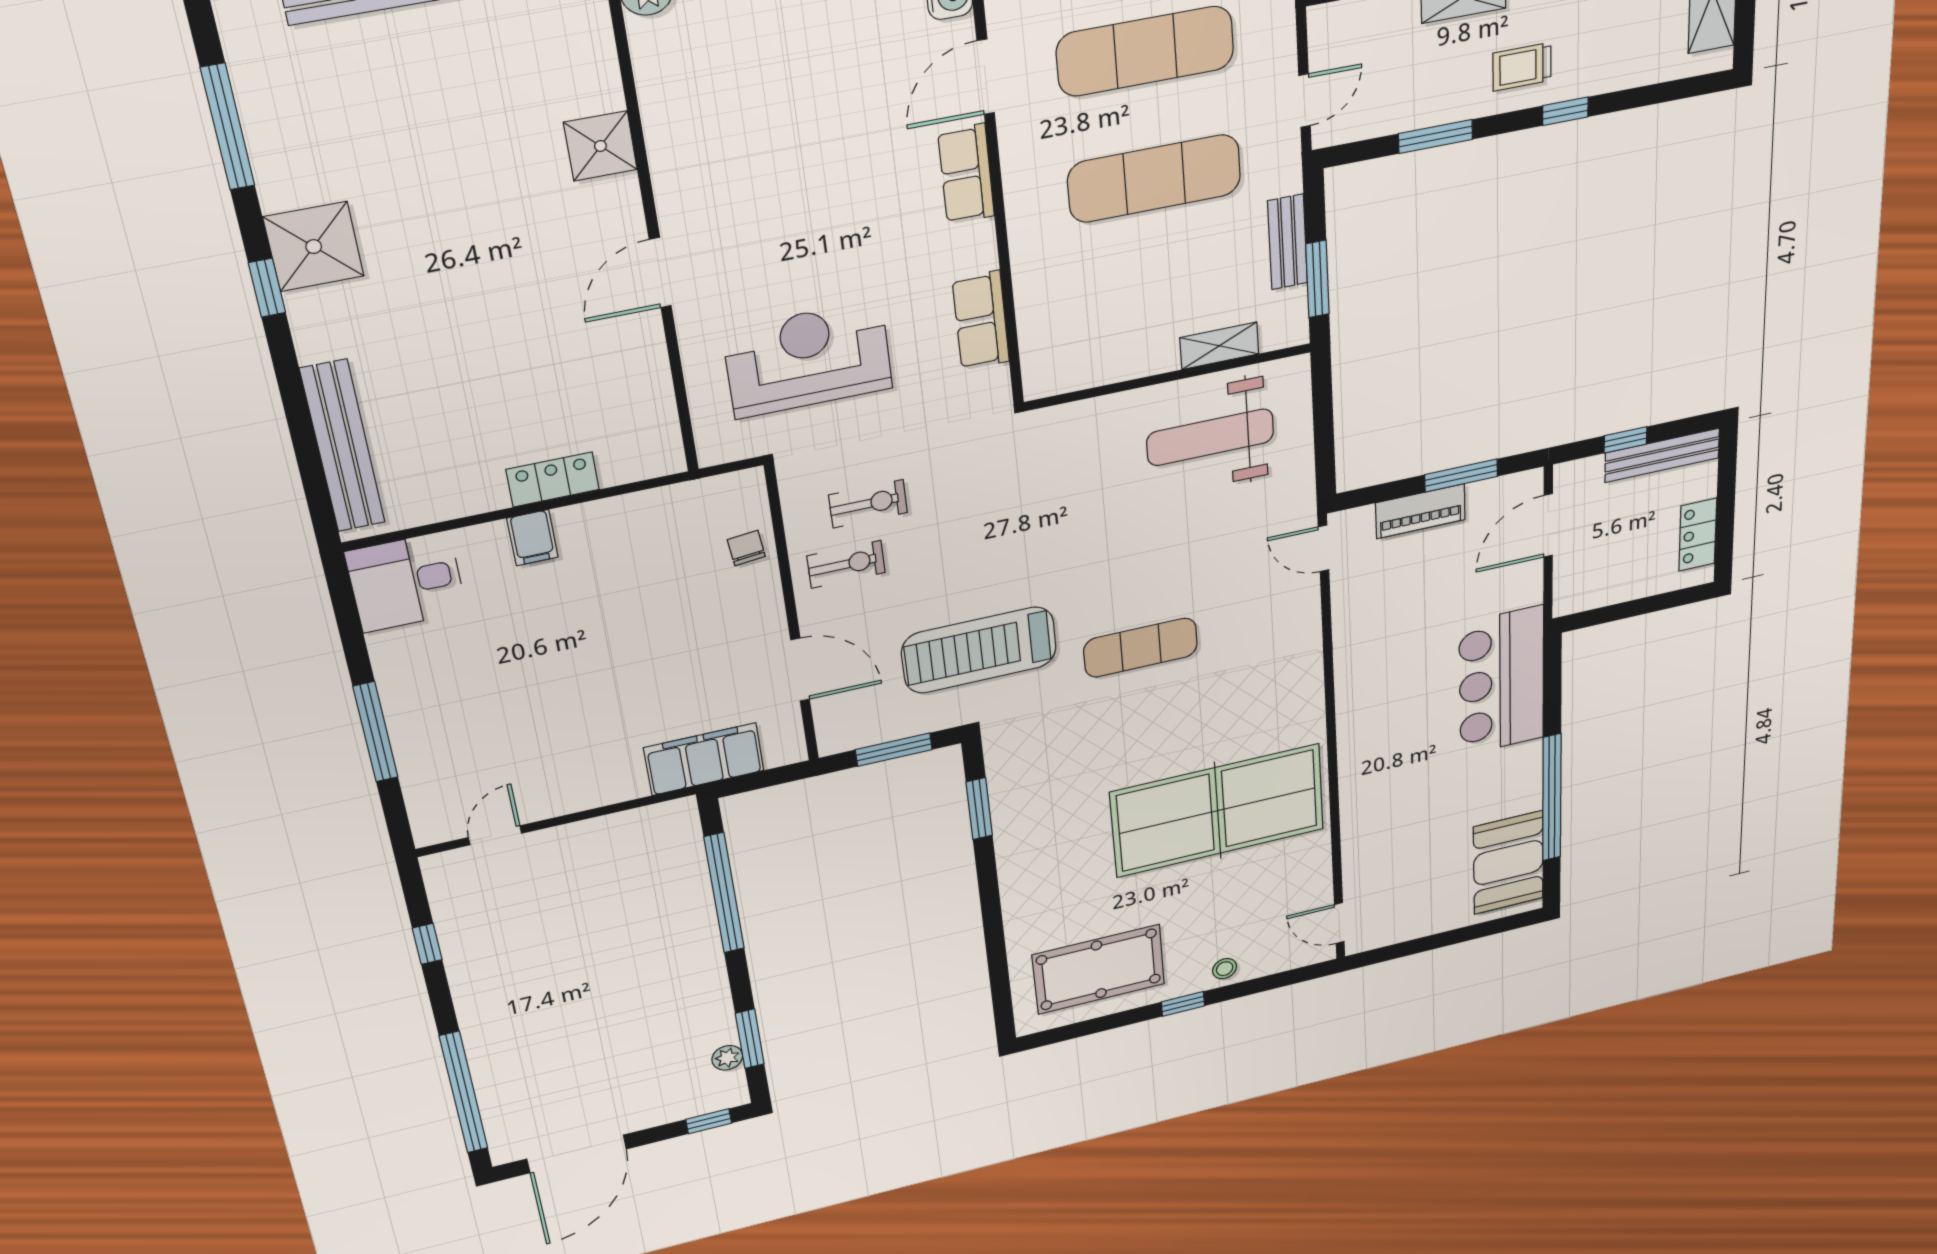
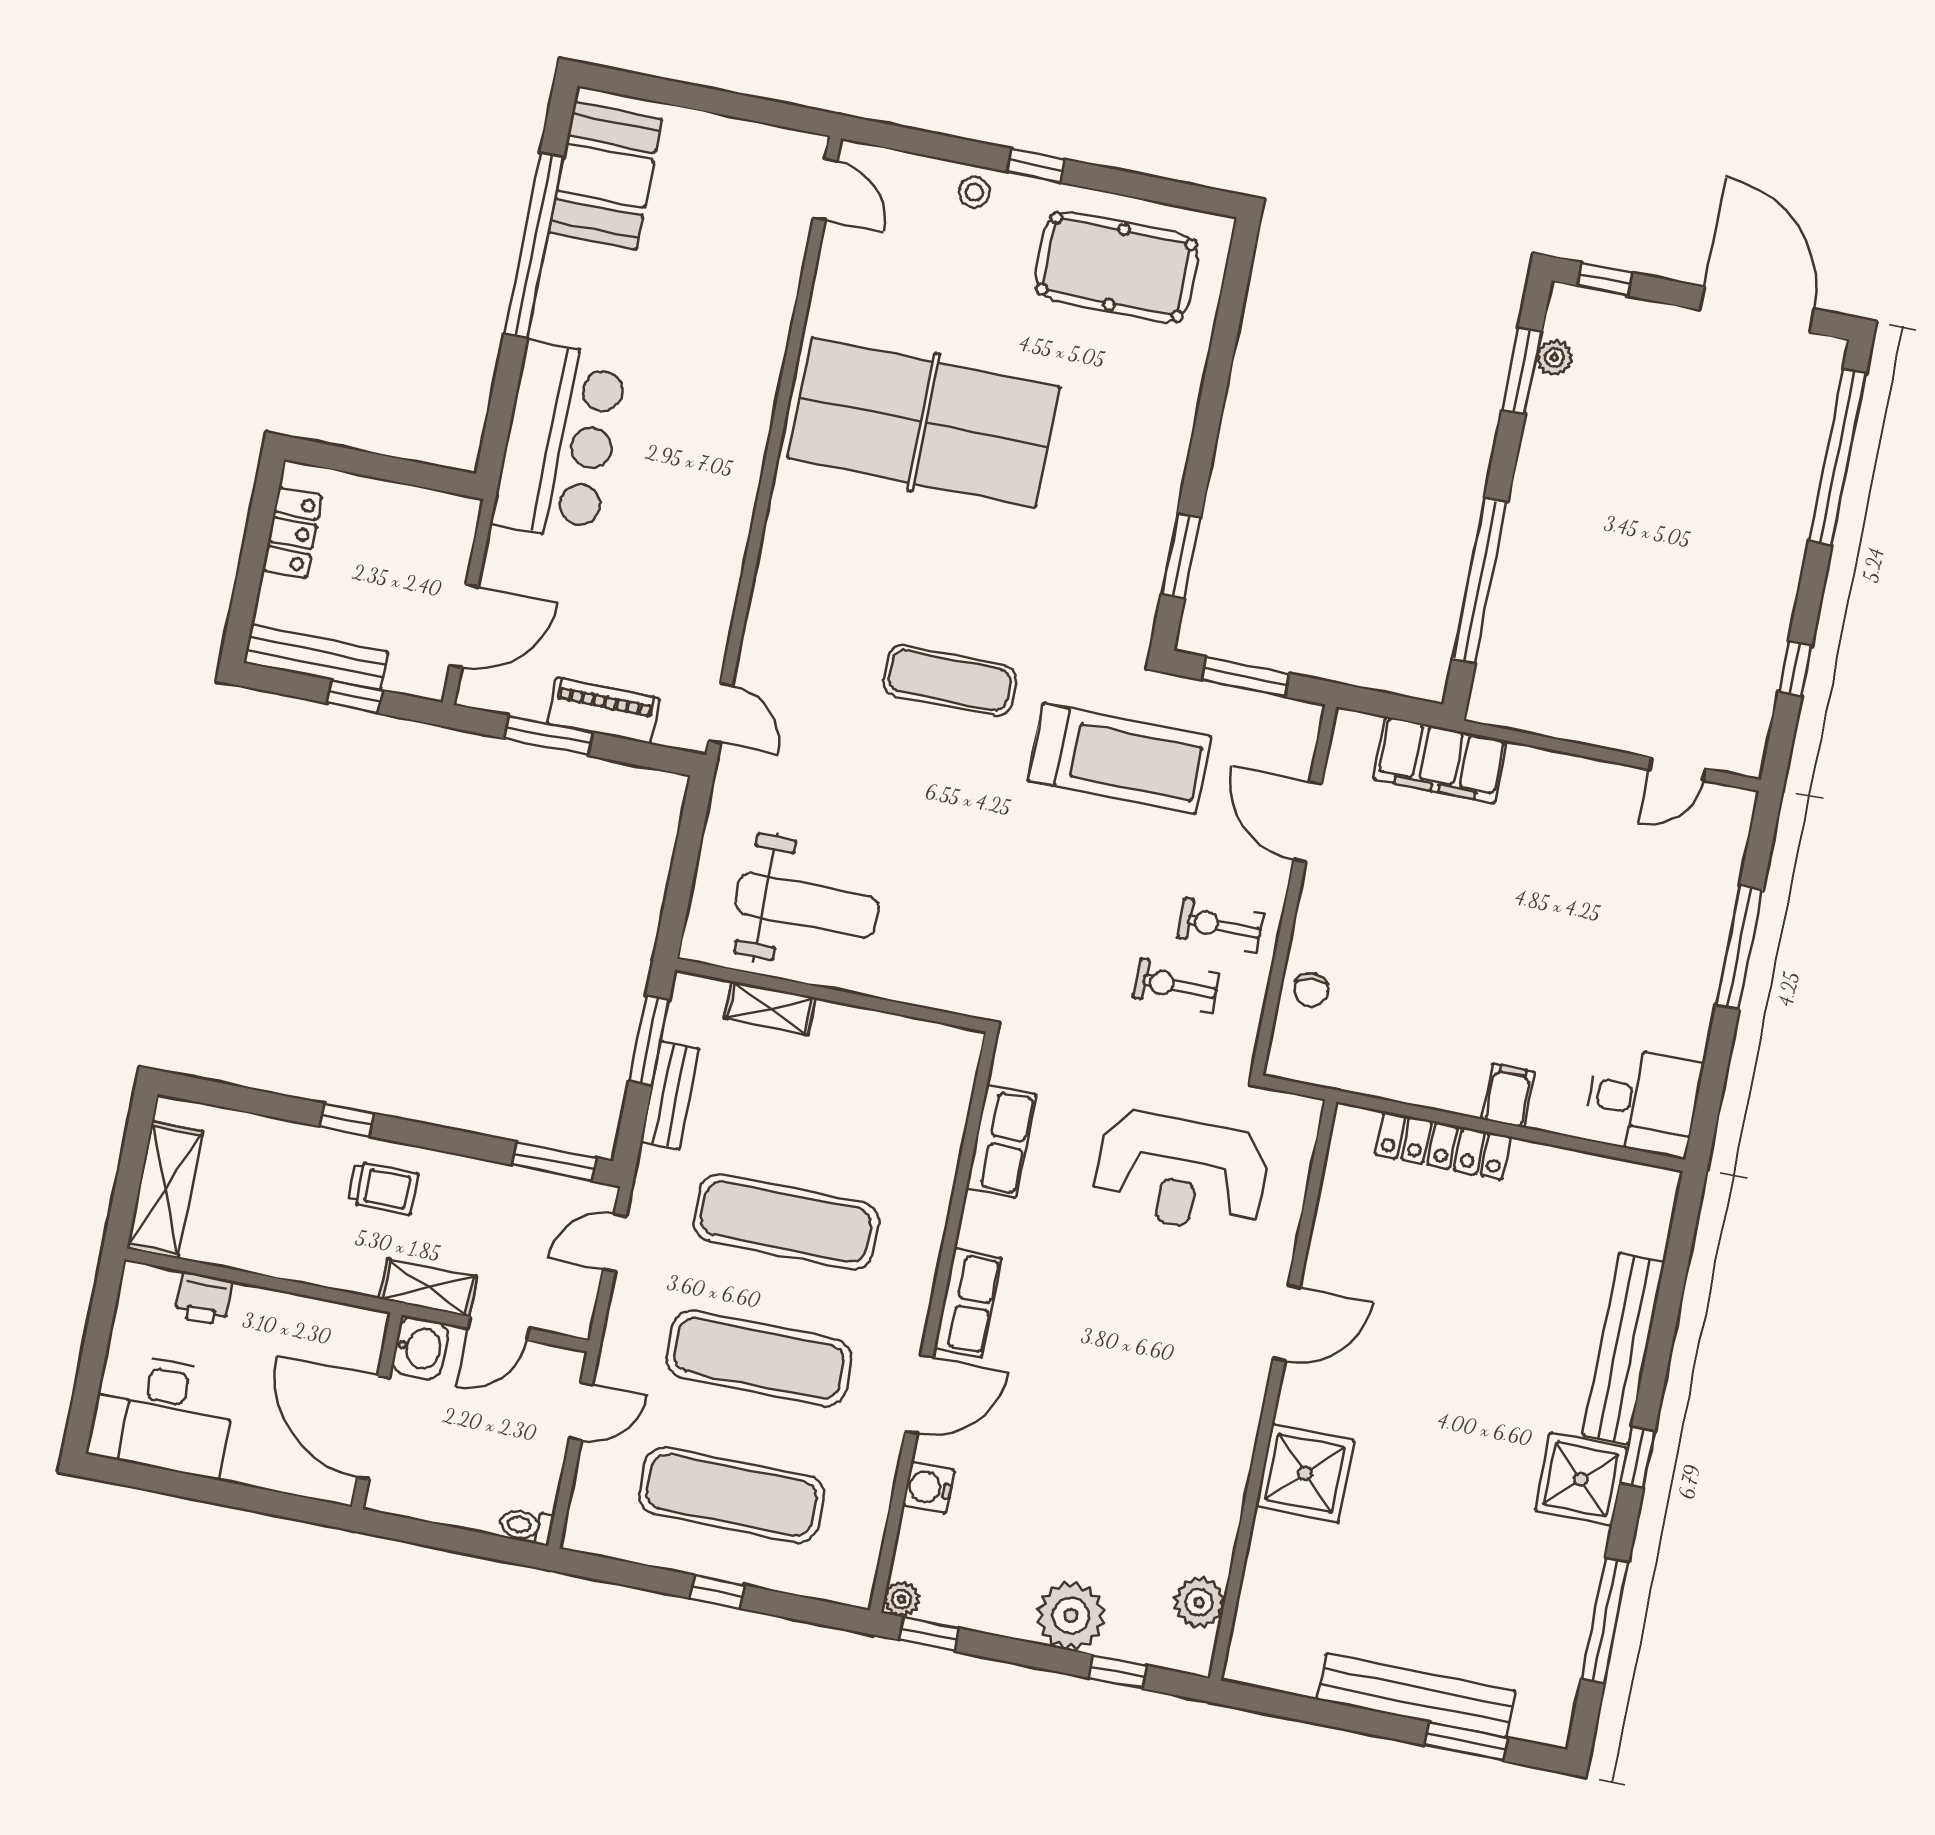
window: (1436, 136) -> (554, 1161), moved
shower: (600, 146) -> (1305, 1473), width x1.36, depth x1.36
bench: (343, 446) -> (1624, 1349), moved
locker: (553, 480) -> (1443, 1145), width x1.53
door: (577, 1154) -> (1757, 310), hinge flipped

